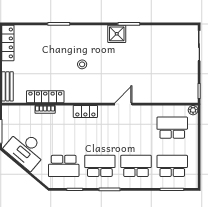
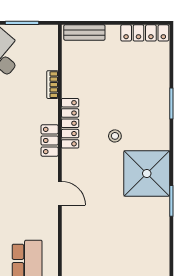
shower: (117, 34) -> (147, 173), width x1.86, depth x1.86
locker: (45, 97) -> (70, 123), moved

